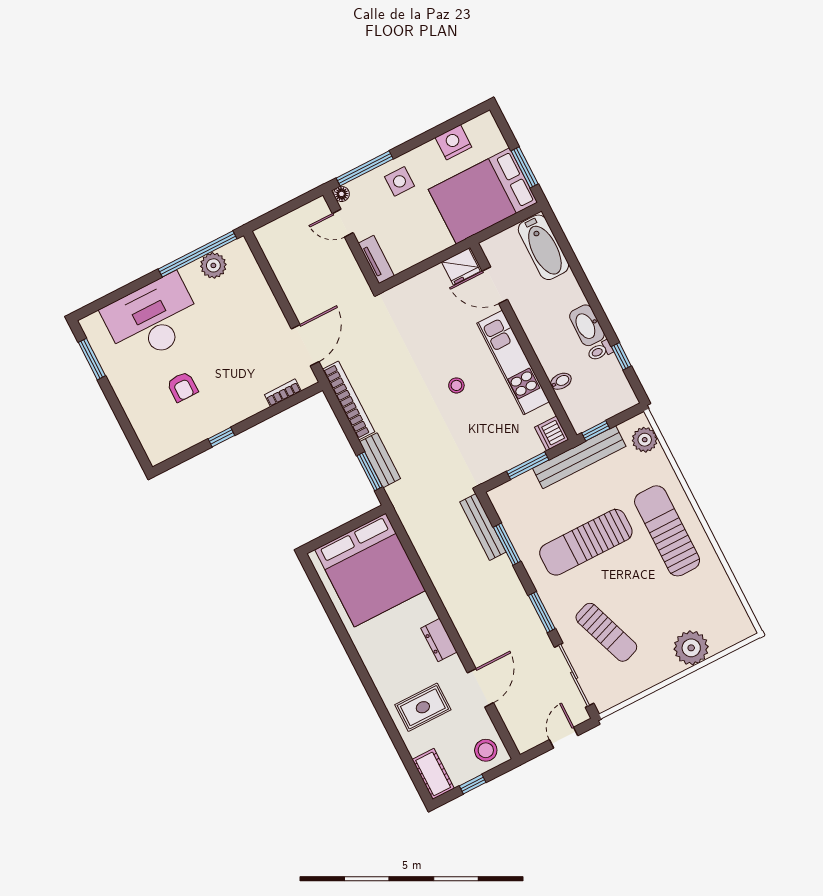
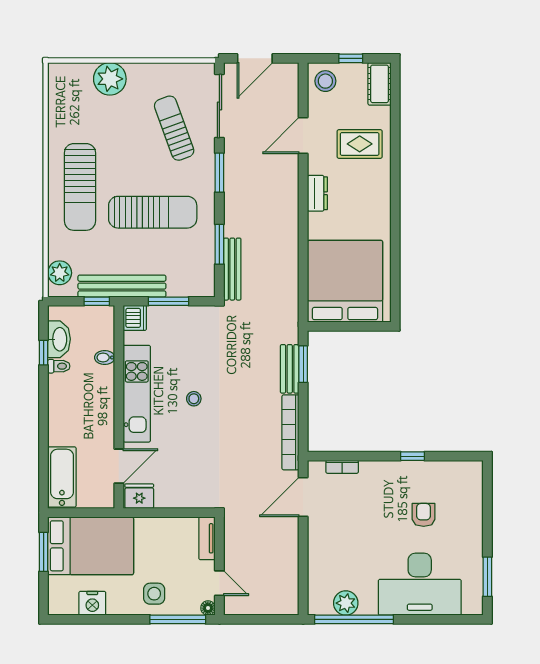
door: (495, 285) -> (119, 466), hinge flipped
washbasin: (587, 325) -> (59, 339), moved
door: (564, 738) -> (255, 58), width x1.38

